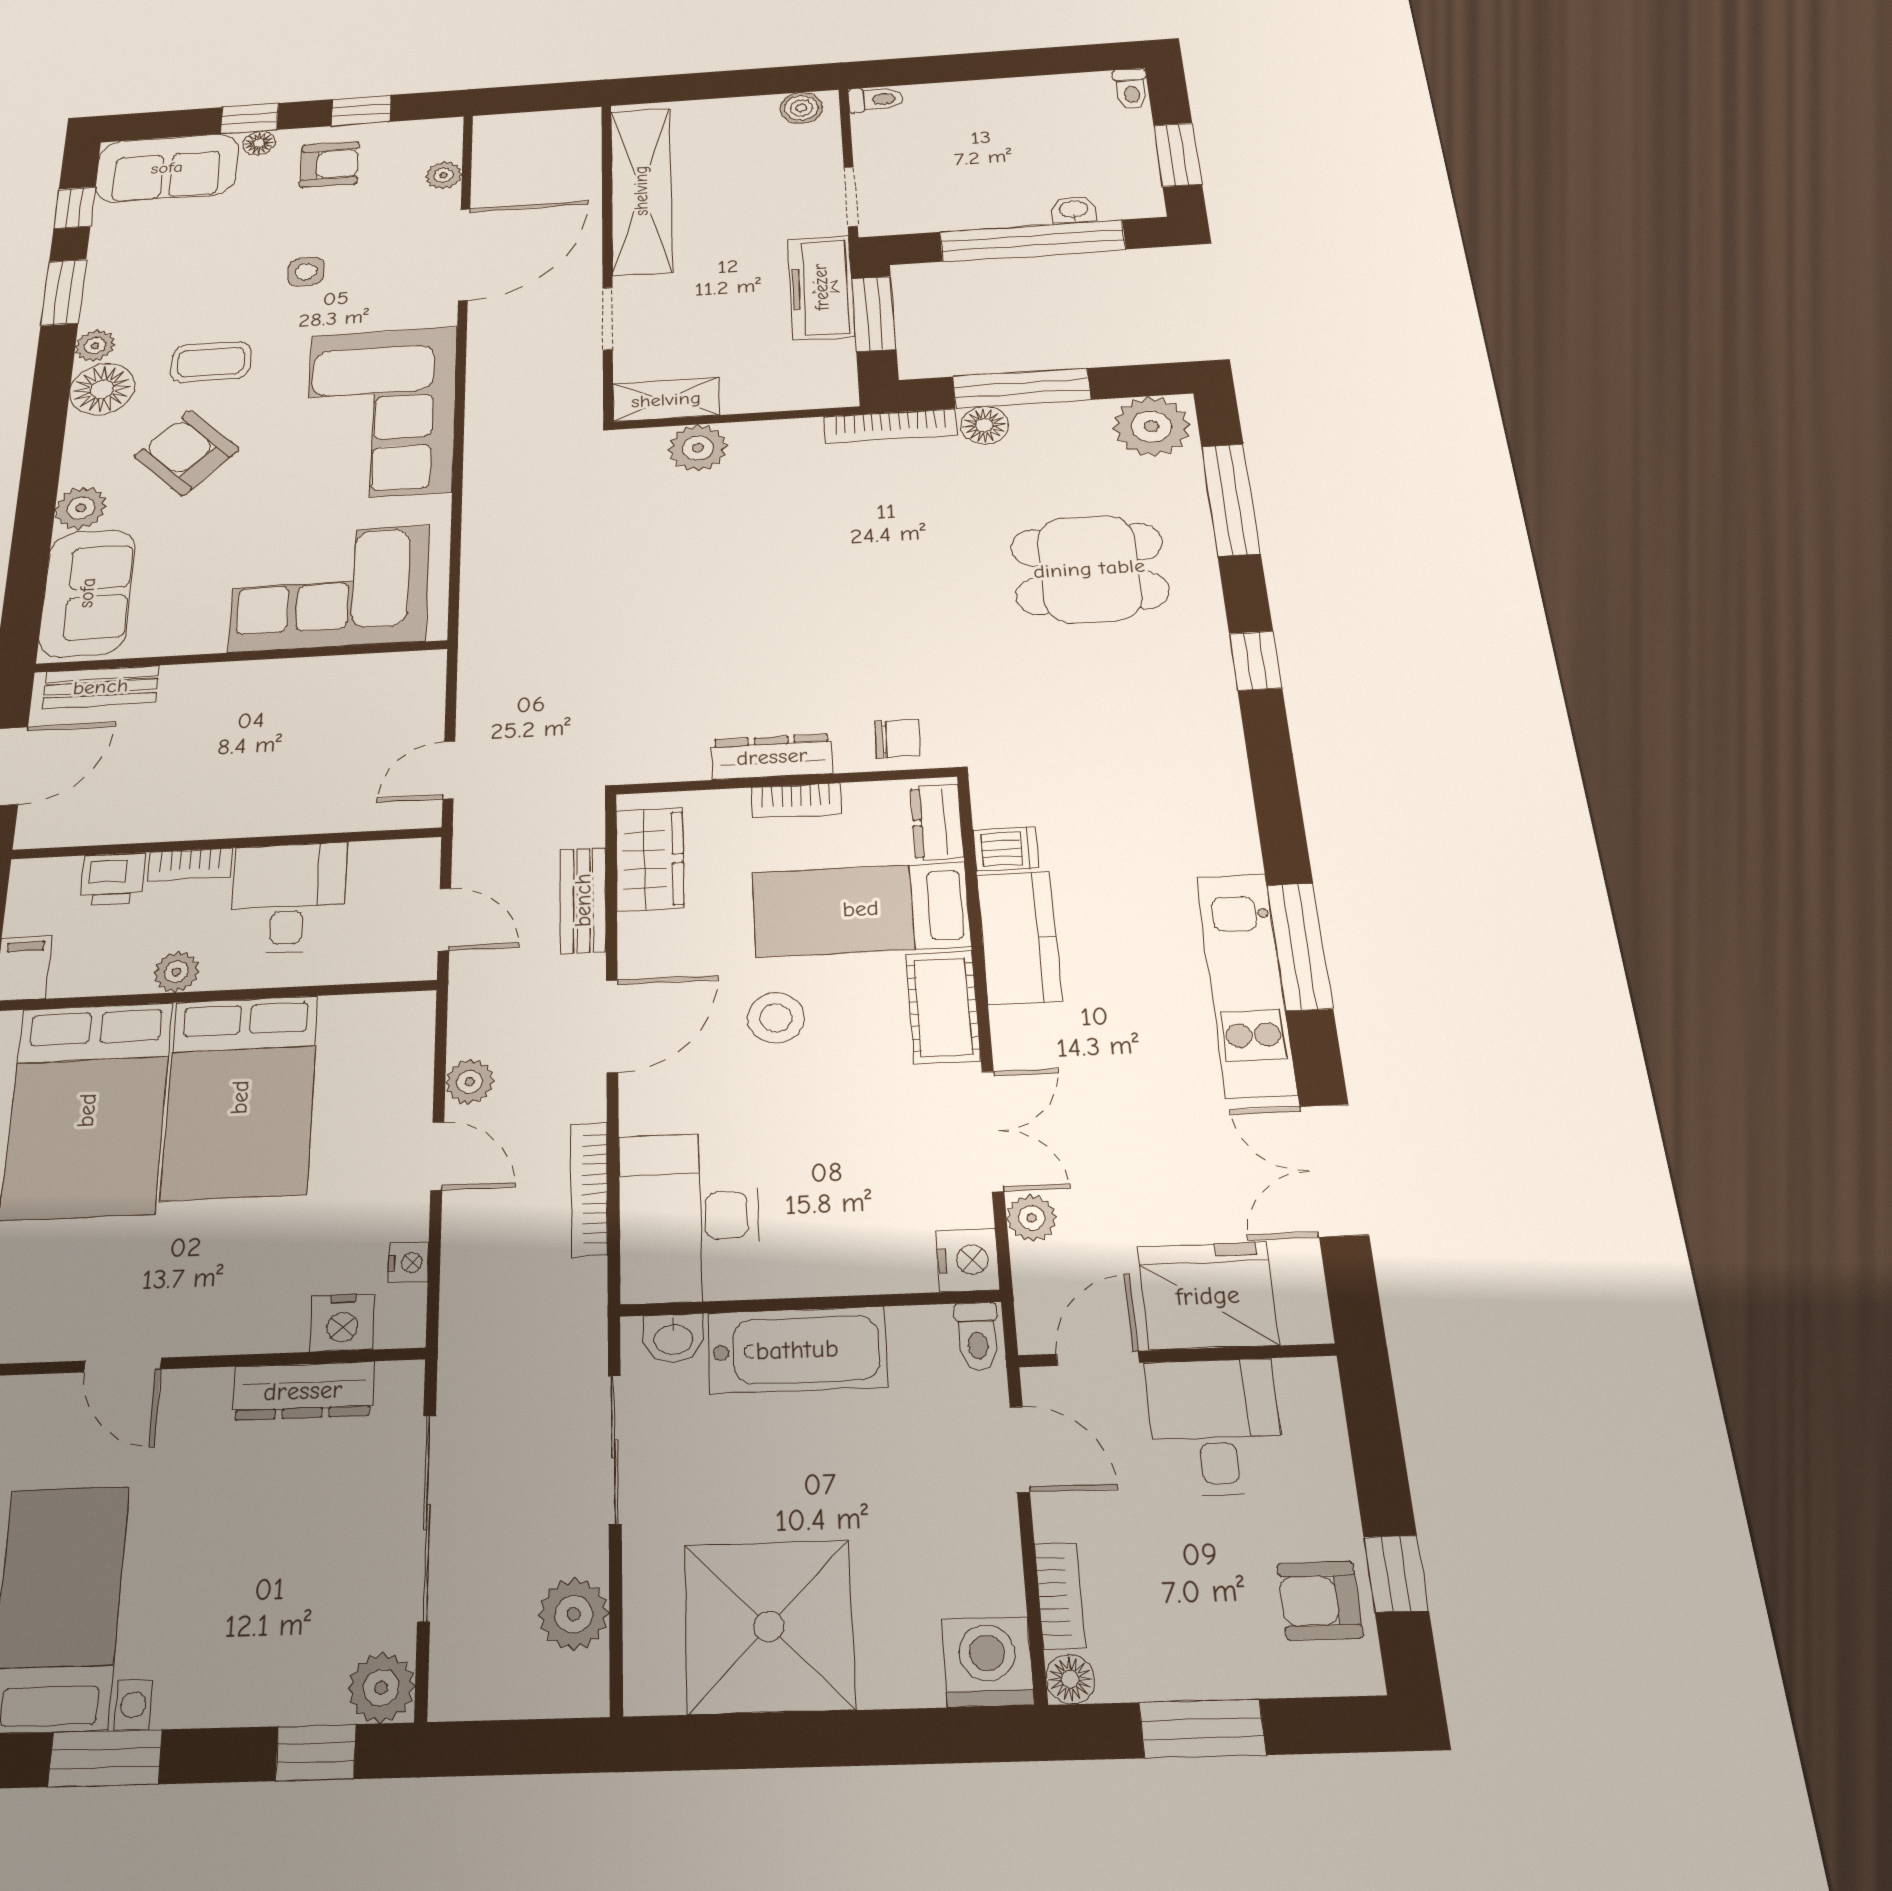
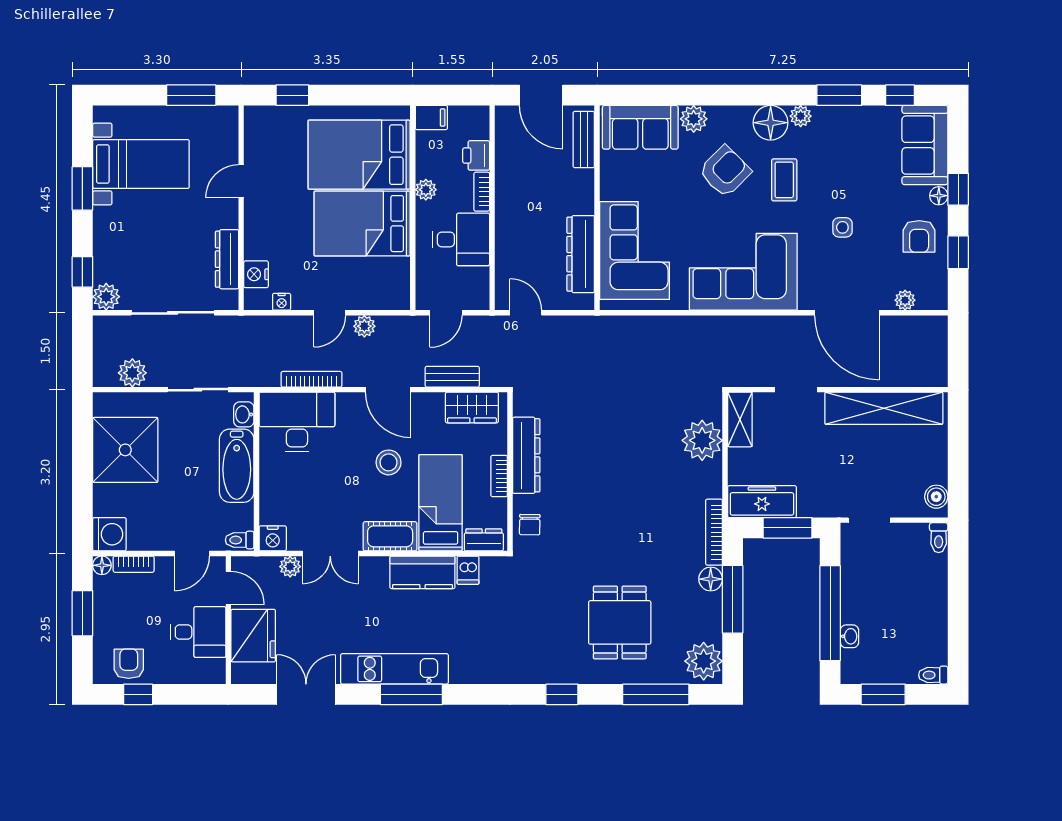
freezer: (821, 287) -> (762, 502), moved
plant: (698, 448) -> (702, 440), width x1.36, depth x1.36
dresser: (332, 679) -> (581, 254), added
dresser: (772, 757) -> (526, 455), width x1.37, depth x1.24

